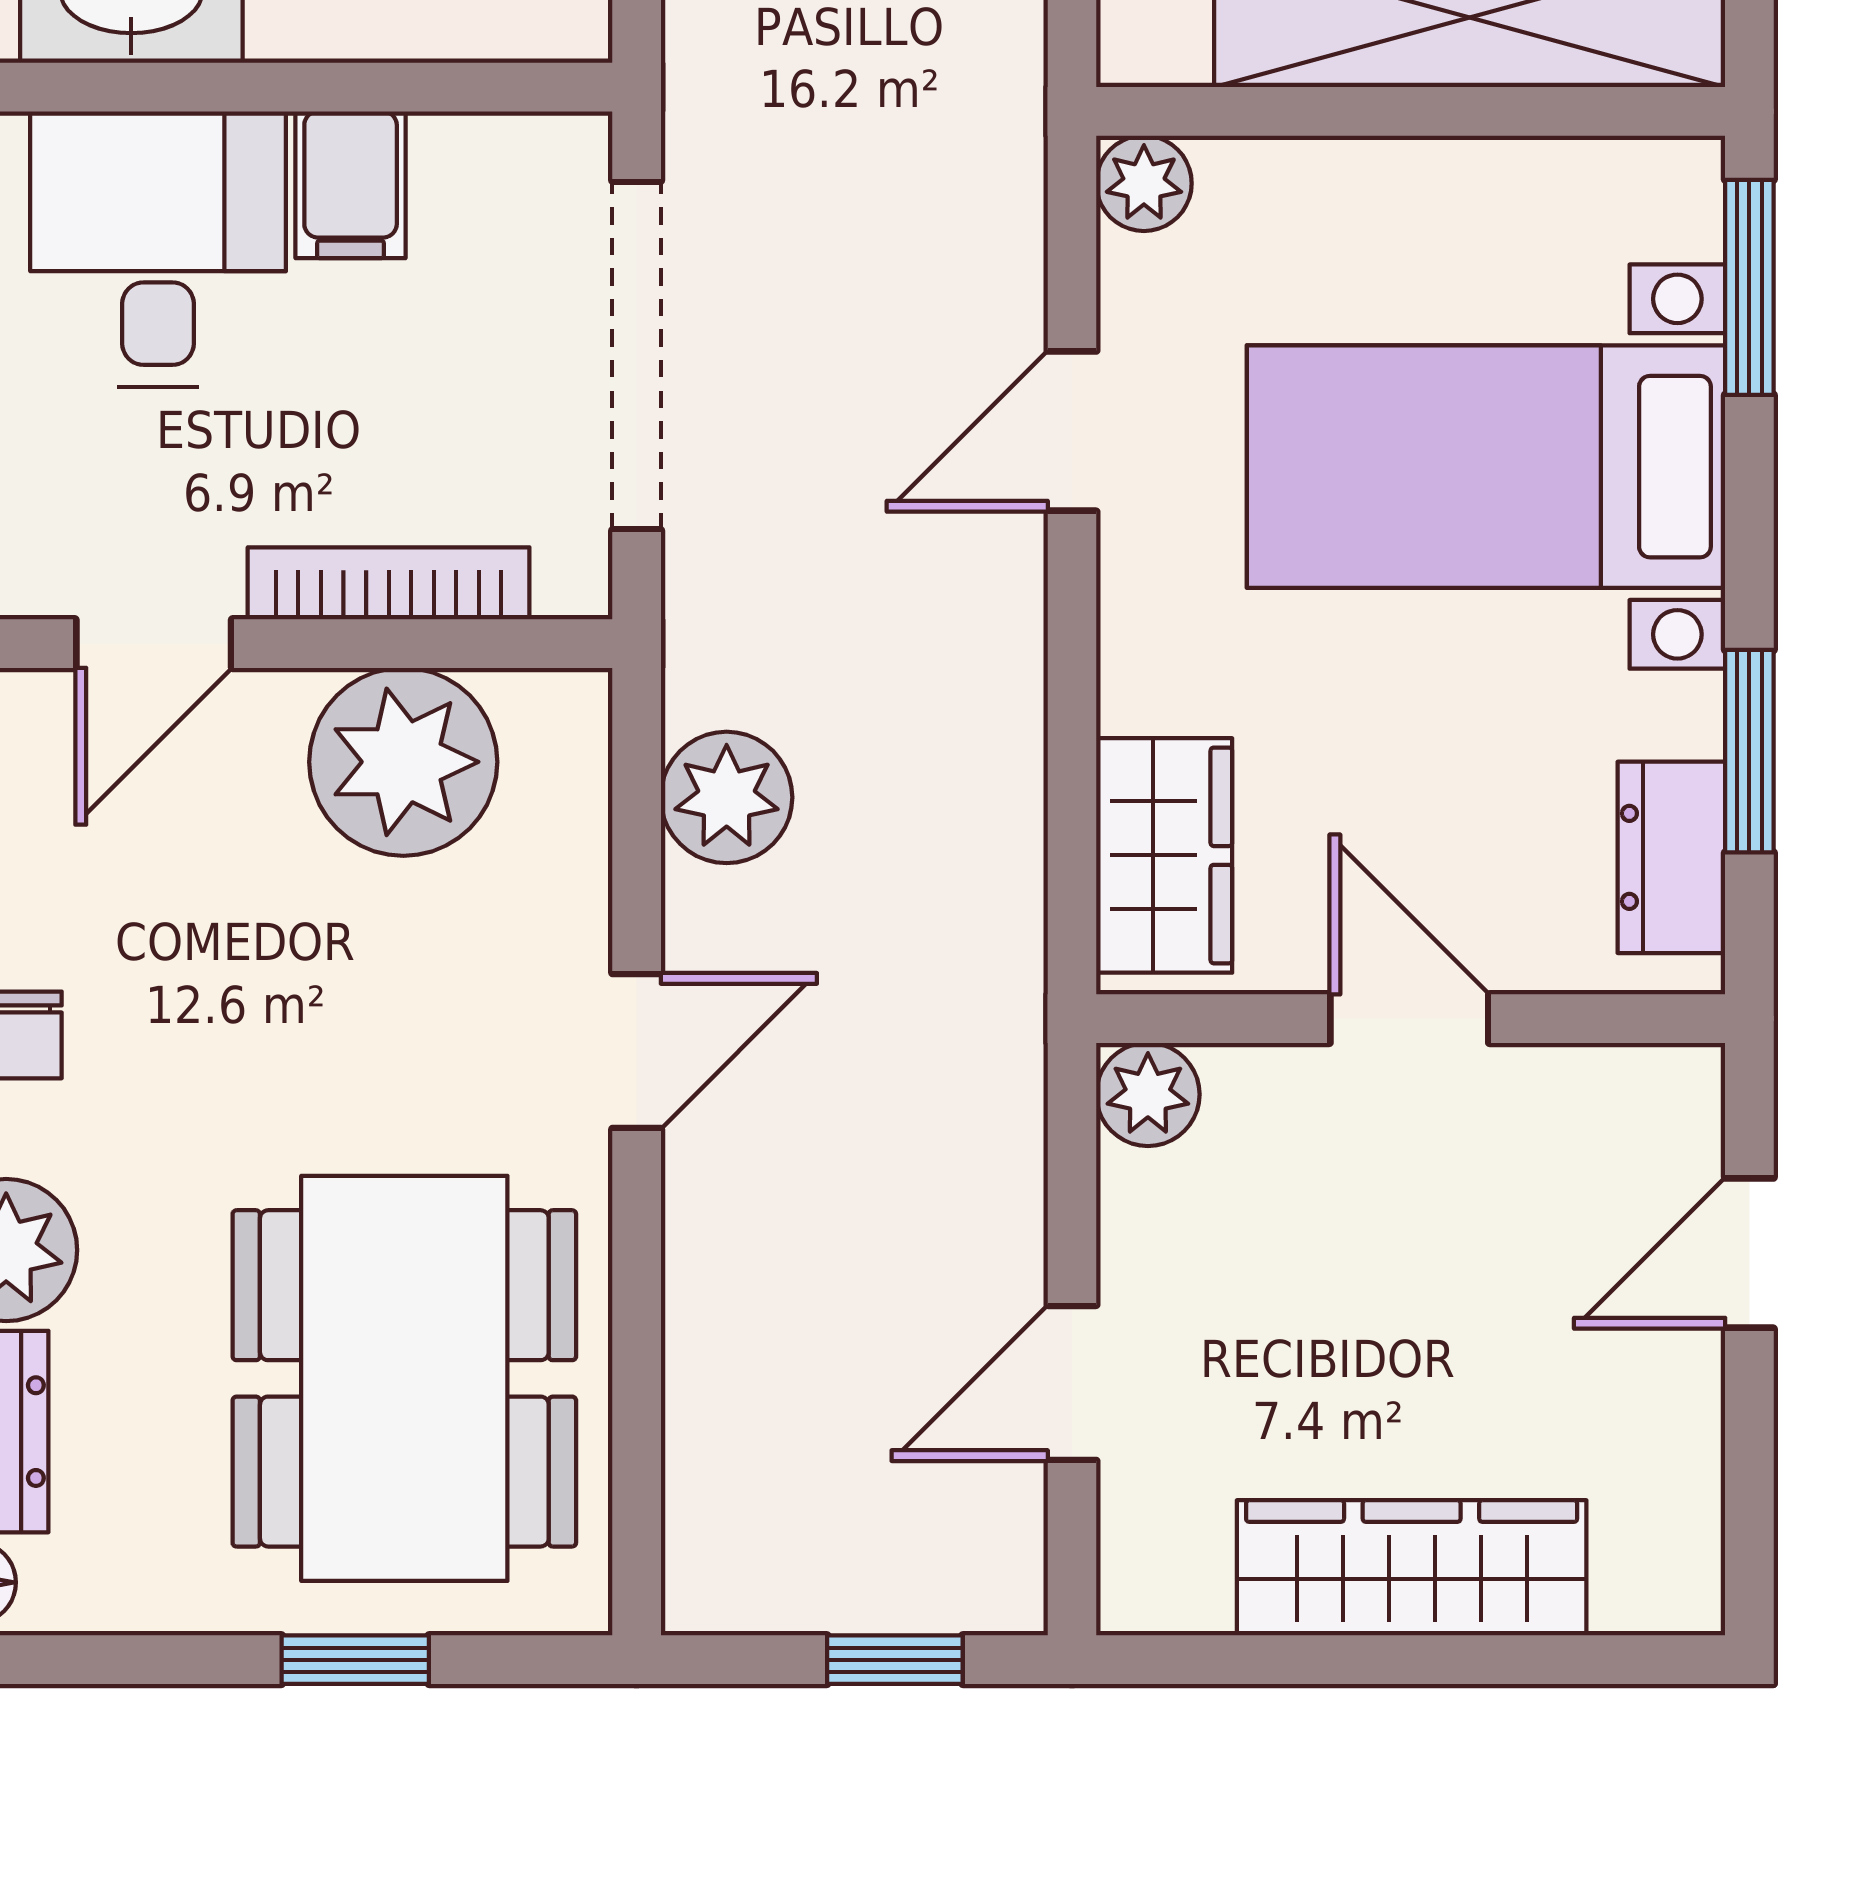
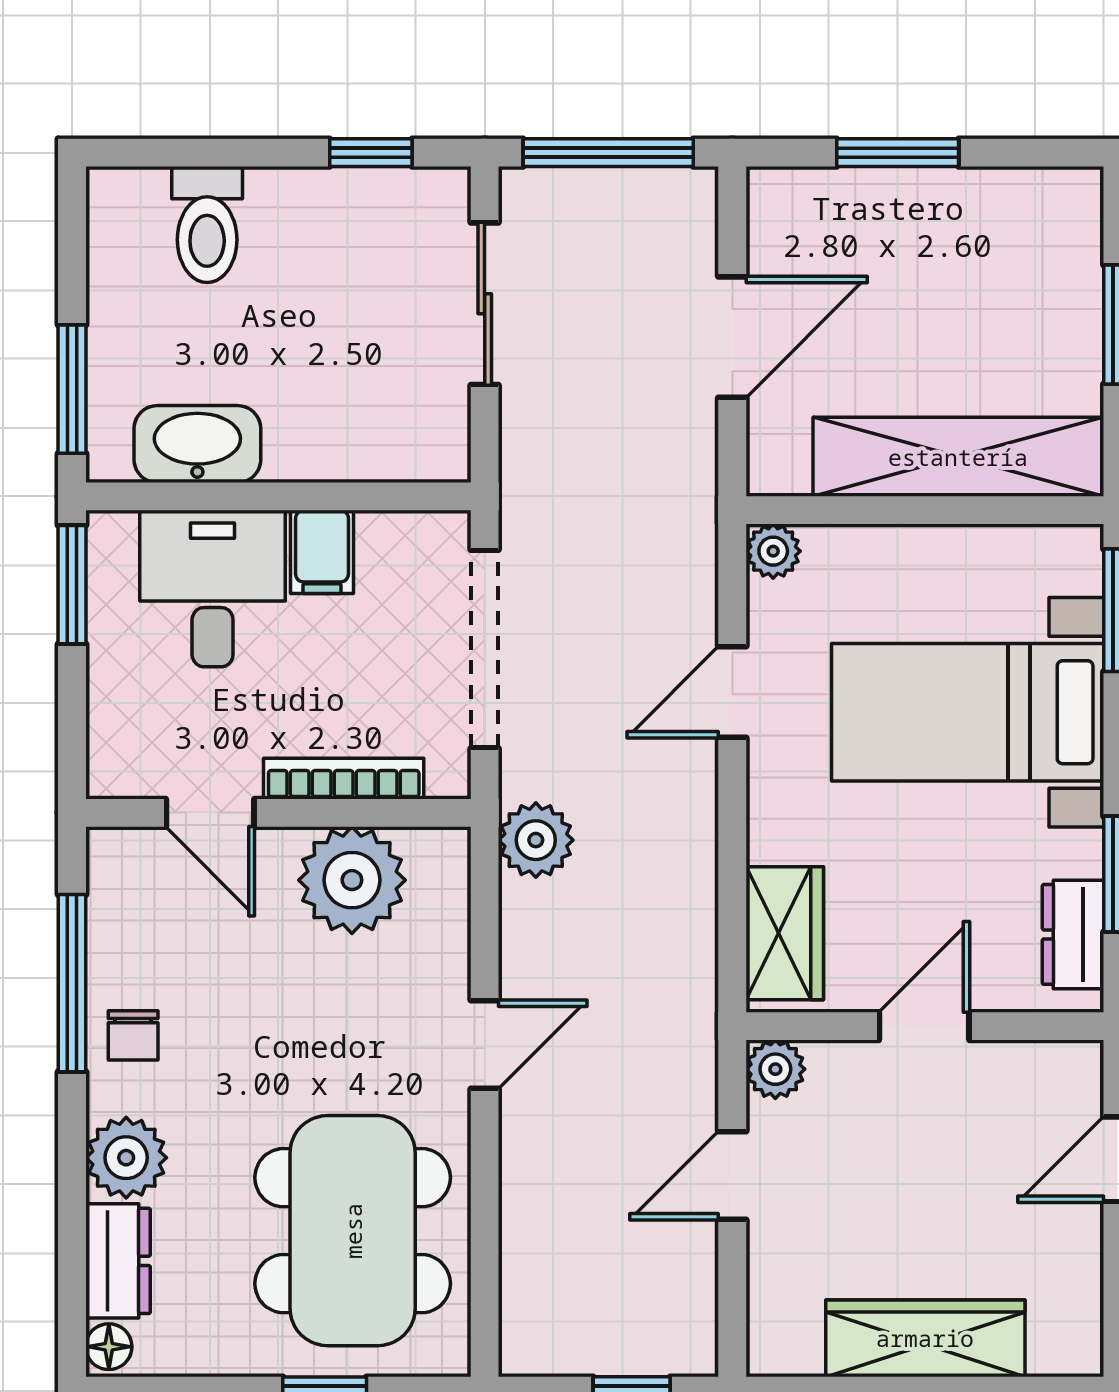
door: (154, 644) -> (210, 813), hinge flipped
plant: (727, 797) -> (536, 840), moved
door: (1409, 1019) -> (924, 1026), hinge flipped
door: (1072, 1383) -> (732, 1175), moved

